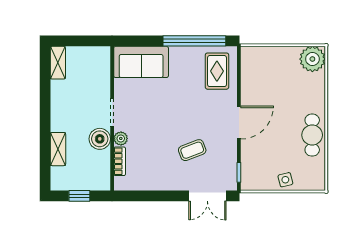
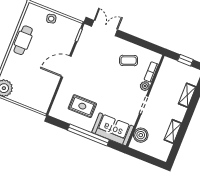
window: (194, 41) -> (88, 135), moved
shelving: (58, 63) -> (173, 131), moved
rug: (217, 71) -> (82, 106), moved, turned 90
boiler: (100, 139) -> (141, 135), moved
coffee table: (192, 150) -> (129, 61), moved

